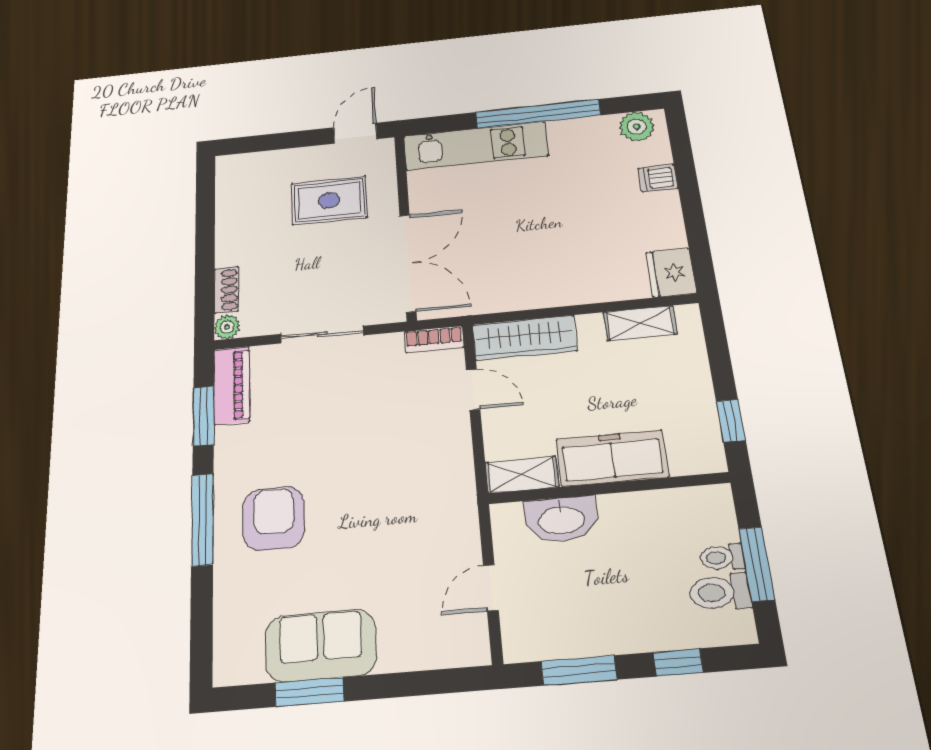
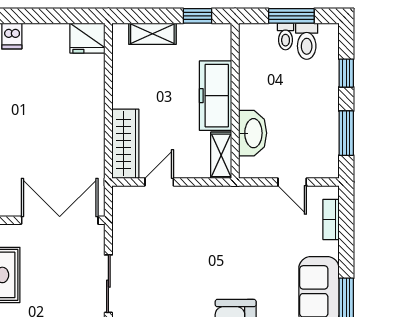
shelving: (640, 323) -> (152, 34), moved, turned 90
bookcase: (434, 339) -> (331, 219), moved, turned 180

